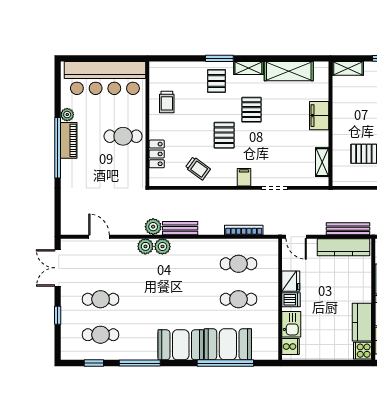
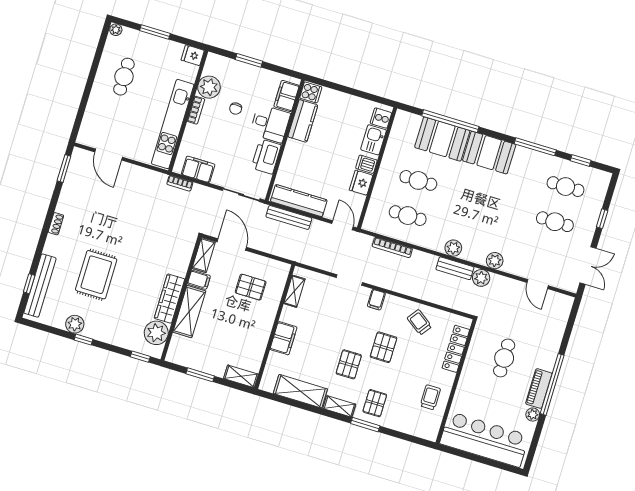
cafe table: (123, 136) -> (504, 358), moved, turned 90
locker: (157, 154) -> (456, 349), width x1.53
plant: (162, 246) -> (453, 248), moved

